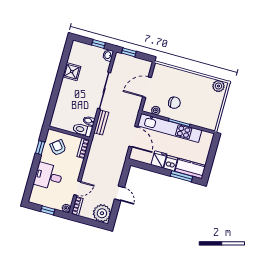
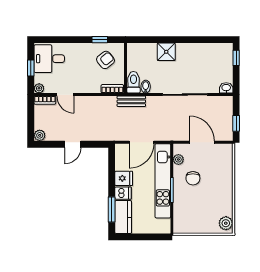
window: (99, 44) -> (236, 58), moved
window: (129, 52) -> (236, 123), moved
shower: (72, 72) -> (166, 52), moved
bench: (101, 123) -> (131, 101), moved
desk: (48, 176) -> (49, 59), moved, turned -90
plant: (102, 213) -> (40, 135), width x0.53, depth x0.53

